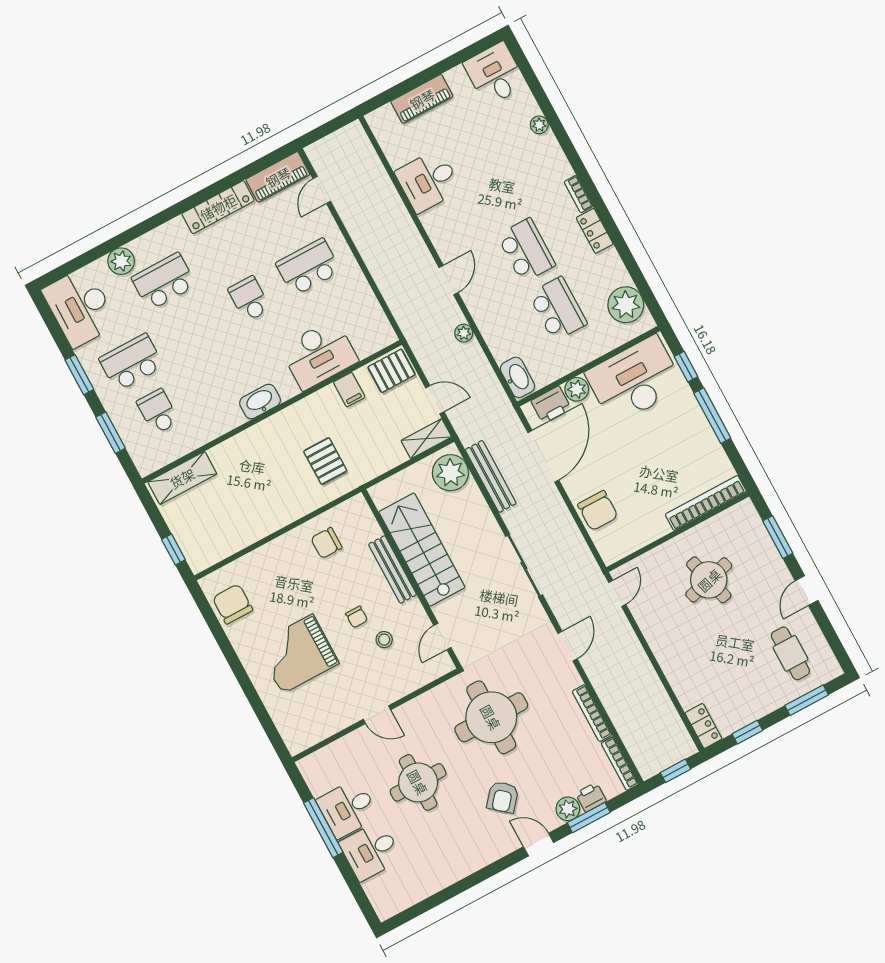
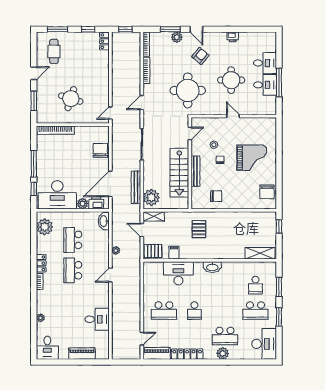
plant: (121, 261) -> (223, 353), moved
round table: (709, 580) -> (71, 99), turned 32
printer: (591, 797) -> (233, 37), moved

